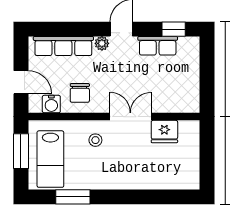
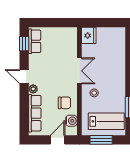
row of seats: (158, 46) -> (35, 41), moved
double door: (130, 117) -> (79, 71), swing flipped
fridge: (164, 132) -> (89, 35), moved

